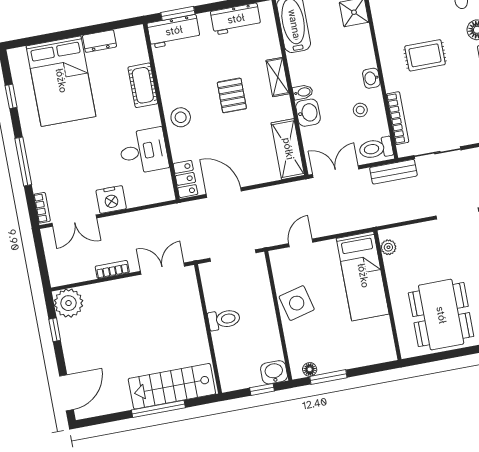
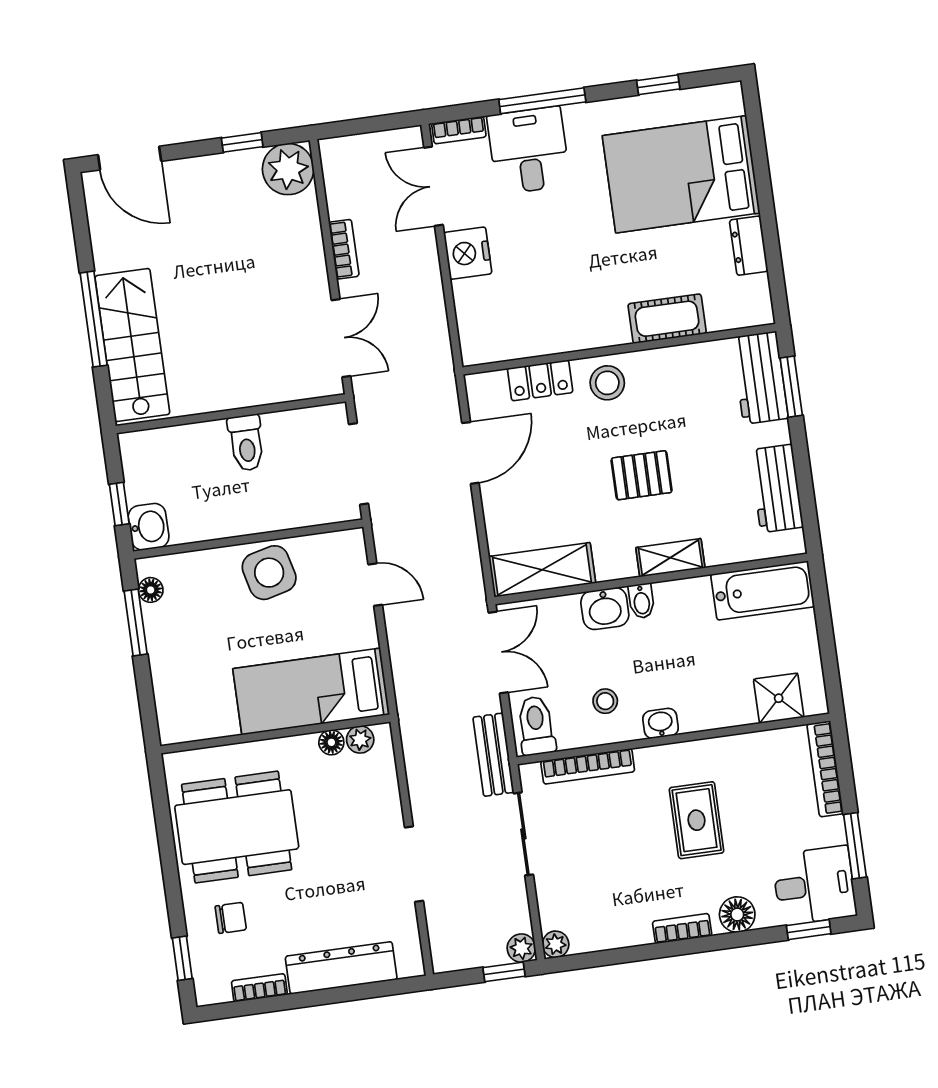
desk: (144, 151) -> (529, 150), moved, turned 180
locker: (185, 179) -> (540, 380), moved
floor lamp: (391, 263) -> (331, 742), added

